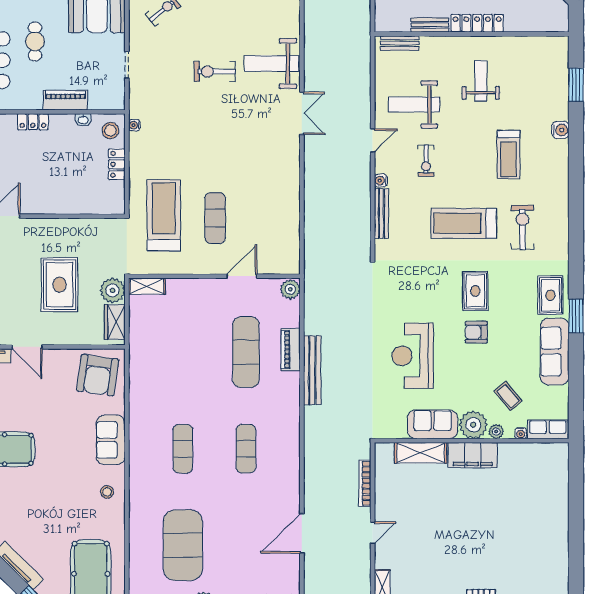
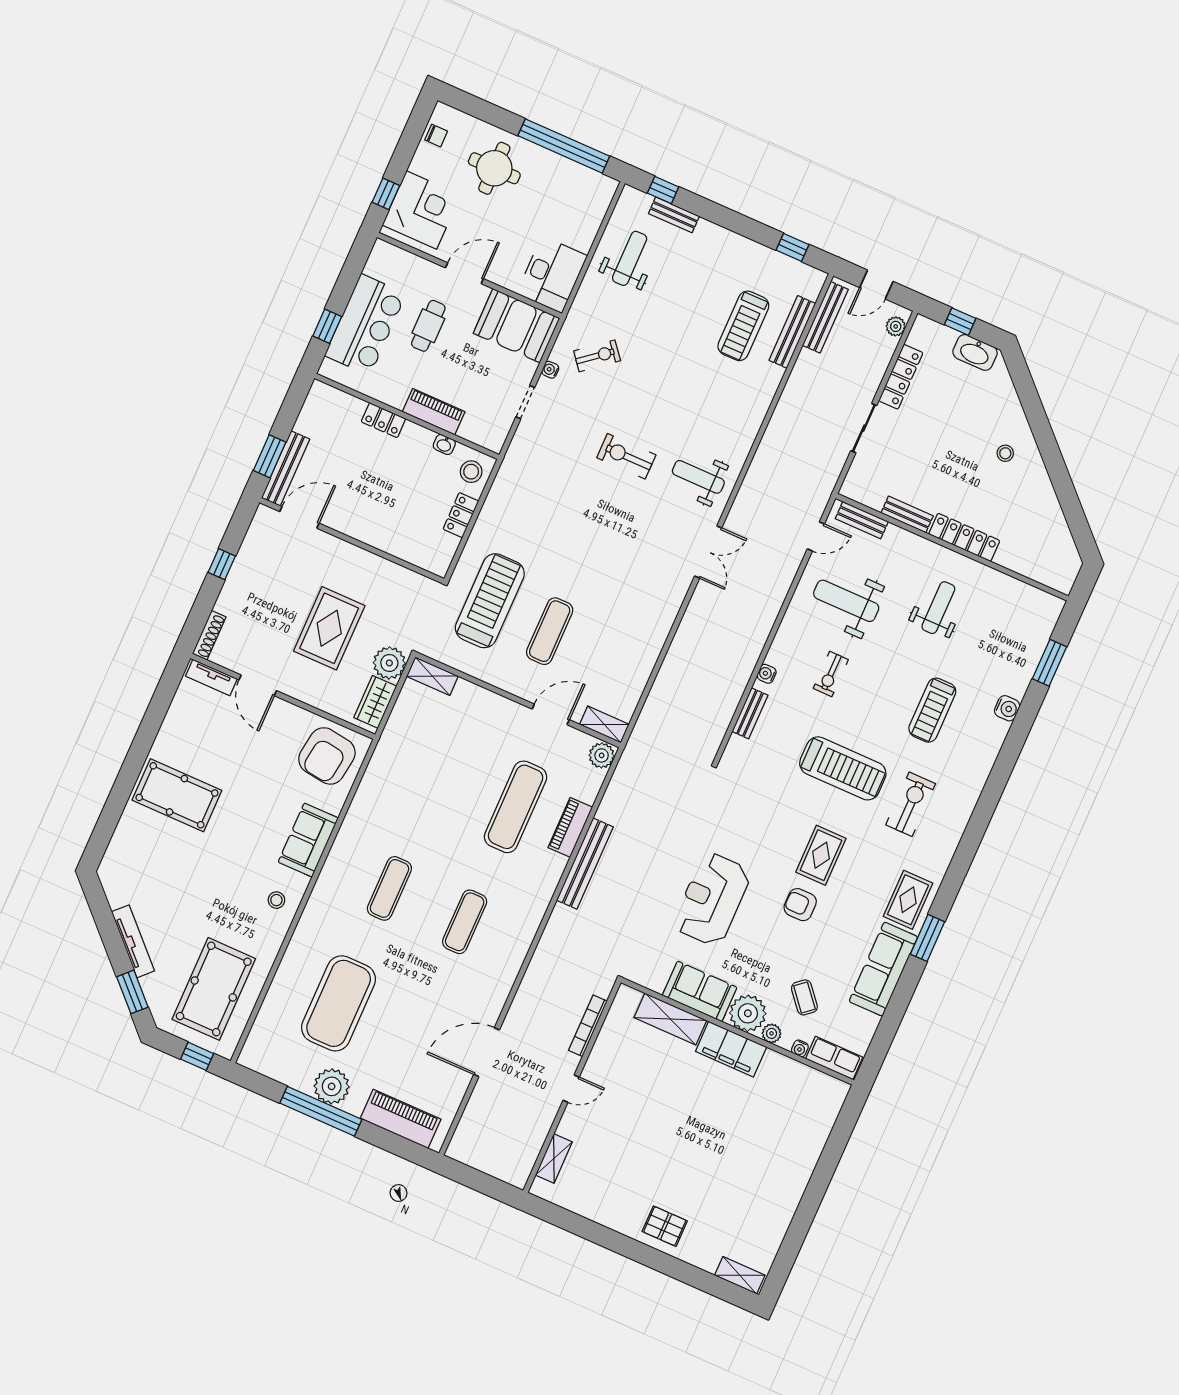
weight bench: (272, 64) -> (698, 477), width x0.73, depth x0.75
water cooler: (134, 125) -> (550, 370), moved
door: (373, 140) -> (816, 536), moved
bench: (381, 213) -> (750, 713), width x0.73
treadmill: (464, 223) -> (843, 768), turned 180
shelving: (283, 267) -> (604, 724), added

